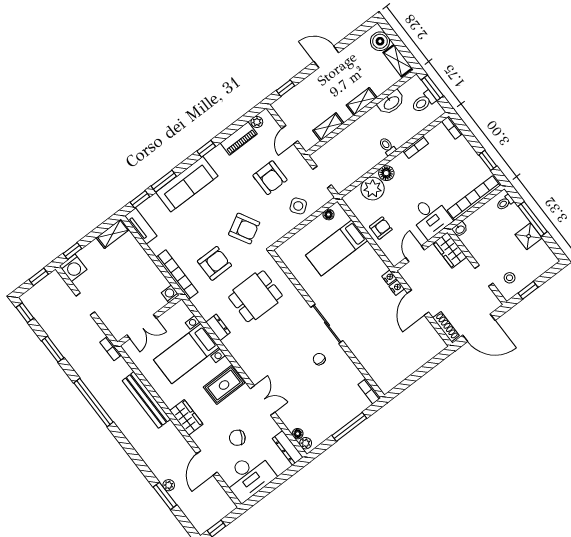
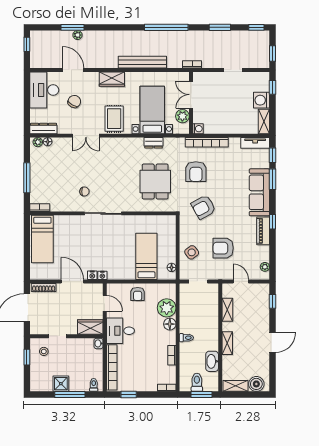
piano: (239, 138) -> (263, 231), moved
washing machine: (73, 268) -> (261, 100), moved
plant: (170, 319) -> (182, 116), added
bed: (399, 365) -> (42, 239), added

